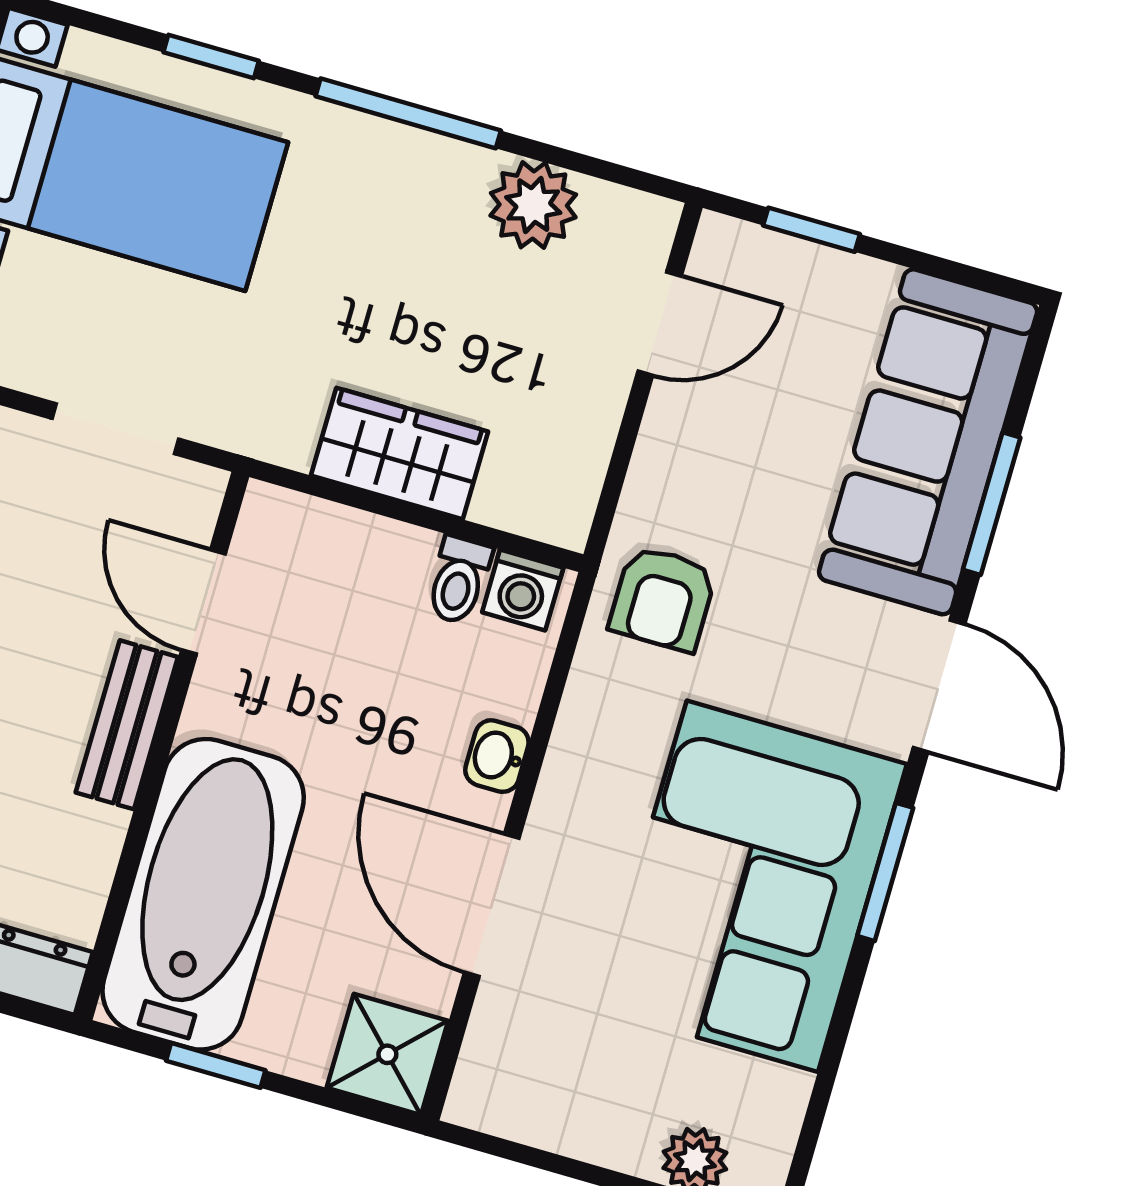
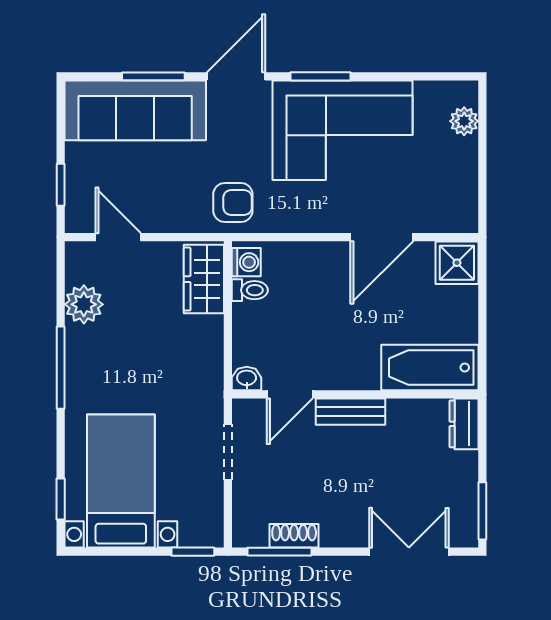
window: (211, 56) -> (61, 499), moved
wardrobe: (399, 453) -> (204, 279), moved
washbasin: (497, 756) -> (247, 378), moved, turned 180
bathtub: (203, 894) -> (430, 367), width x0.73, depth x0.73
window: (216, 1065) -> (482, 333), removed

